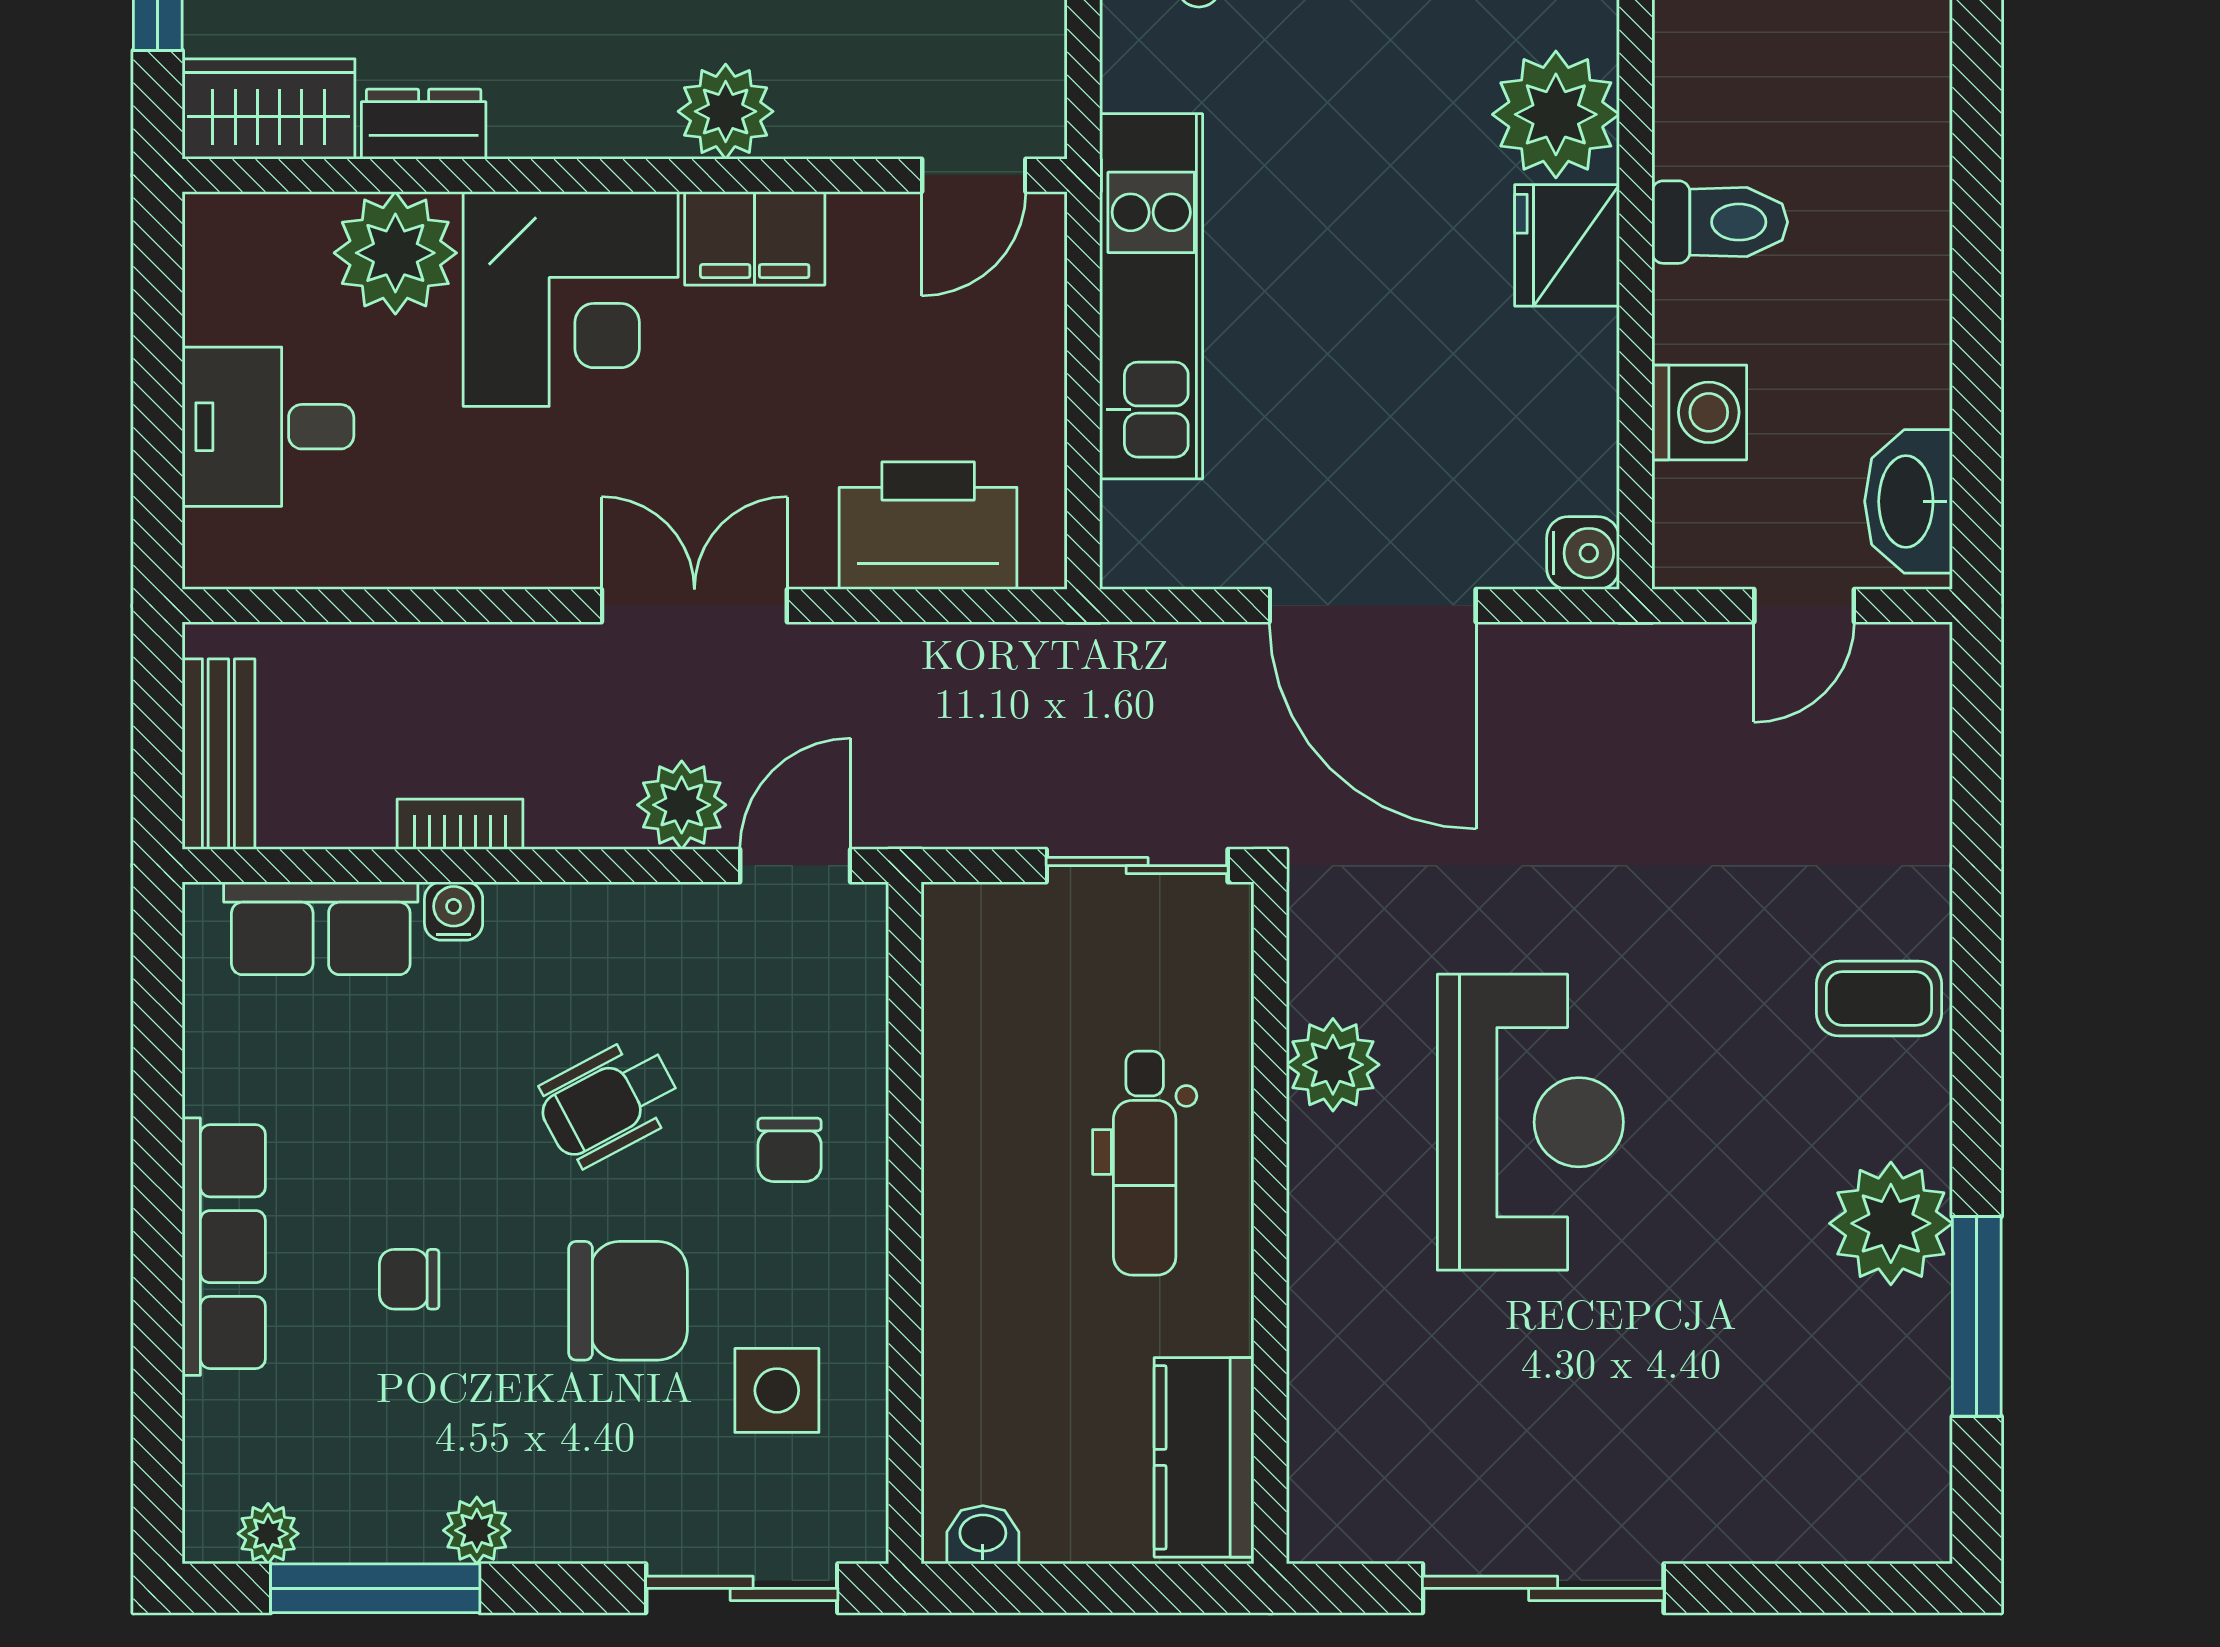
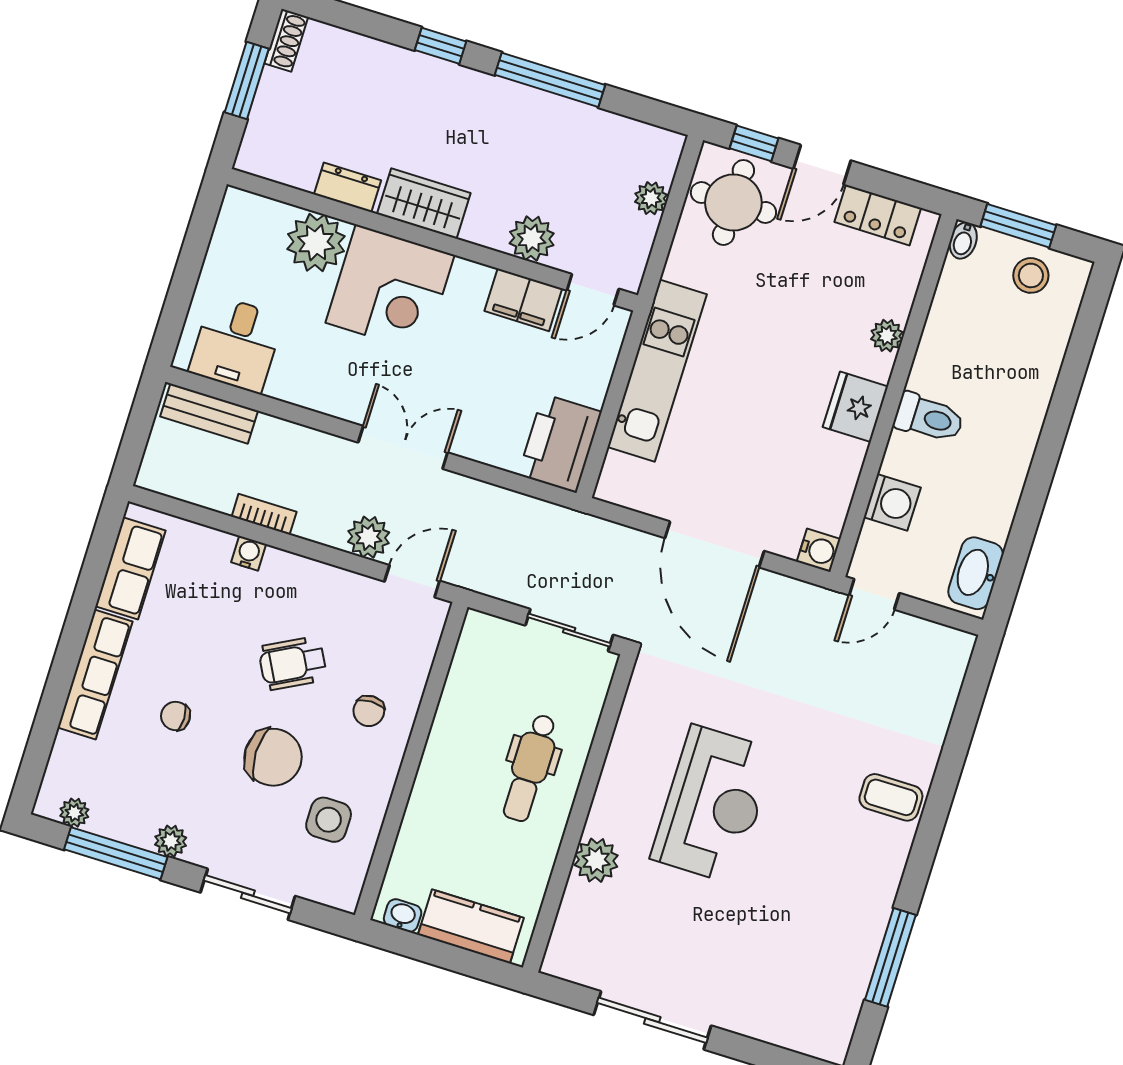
wardrobe: (268, 109) -> (424, 204), moved
plant: (726, 111) -> (532, 238), moved
plant: (1556, 114) -> (887, 336), width x0.53, depth x0.53
filing cabinet: (755, 238) -> (523, 300), moved
desk: (268, 427) -> (236, 344), moved, turned -90
printer: (928, 526) -> (560, 443), moved, turned -90
door: (1804, 606) -> (874, 594), moved
bench: (218, 754) -> (209, 414), moved, turned 90
row of seats: (321, 928) -> (130, 568), moved, turned -90
plant: (1333, 1065) -> (596, 860), moved
plant: (1891, 1223) -> (864, 902), removed
kitchen counter: (1204, 1457) -> (471, 926), moved, turned 90
sliding door: (742, 1588) -> (248, 894), moved

